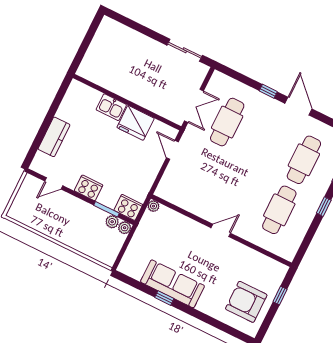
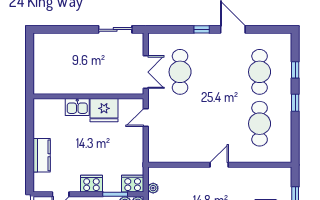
door: (172, 150) -> (146, 118), hinge flipped
plant: (153, 206) -> (153, 188), moved

